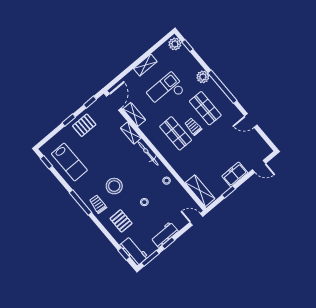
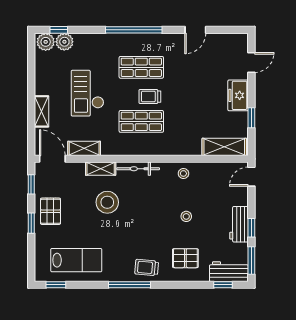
shelving: (145, 65) -> (41, 111), moved
plant: (203, 77) -> (64, 42), moved
stool: (114, 186) -> (107, 202), moved

